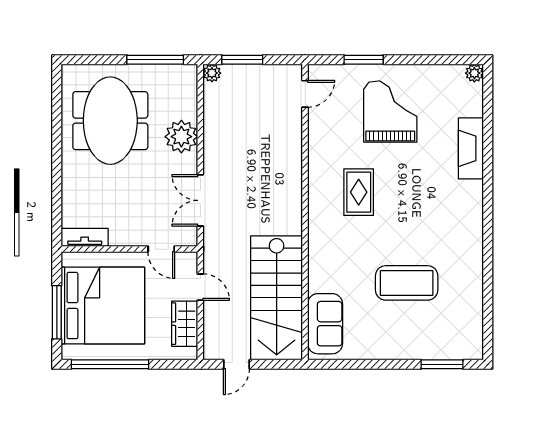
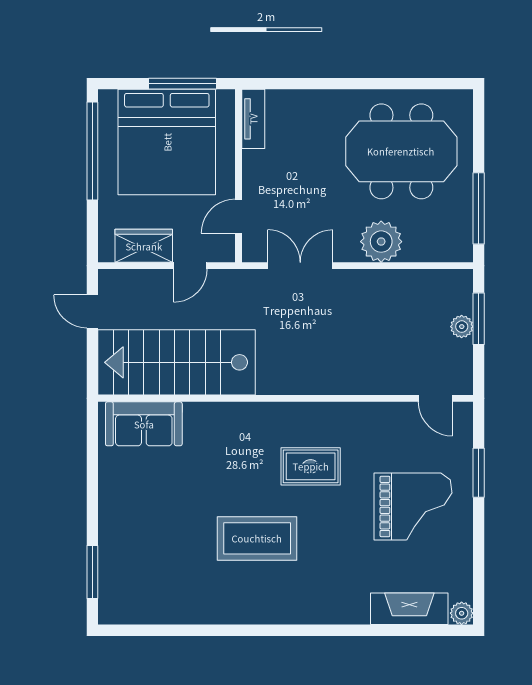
plant: (212, 73) -> (462, 327), moved
fireplace: (471, 148) -> (409, 609), moved
coffee table: (407, 283) -> (257, 538), moved, turned 90
window: (57, 312) -> (183, 84), moved

